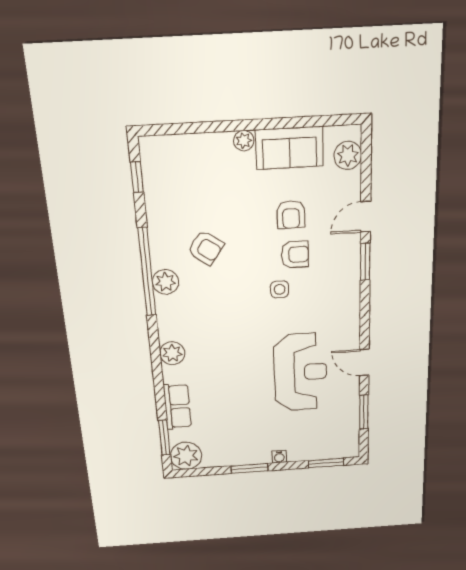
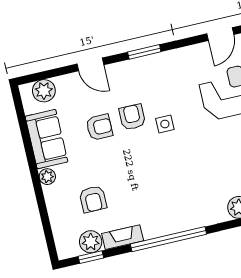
fireplace: (156, 220) -> (123, 237), added
armchair: (206, 248) -> (93, 199), moved, turned 145
window: (365, 262) -> (144, 52), moved
plant: (166, 282) -> (91, 242), moved

